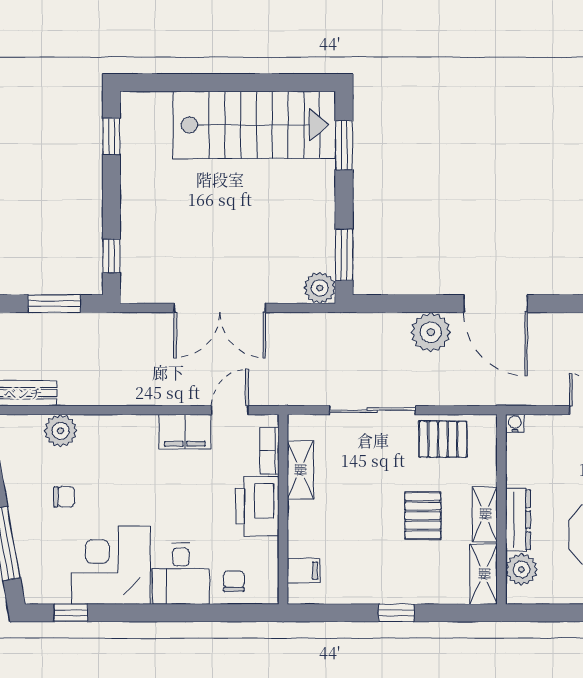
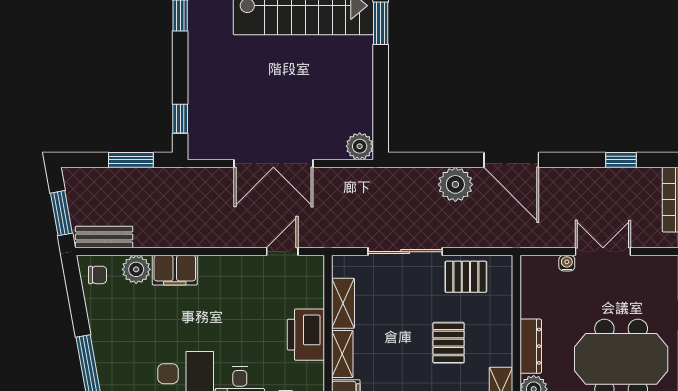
window: (344, 255) -> (381, 118), removed
water cooler: (515, 423) -> (567, 263), moved
filing cabinet: (185, 432) -> (175, 270), moved
bookcase: (269, 451) -> (316, 287), removed
chair: (64, 497) -> (98, 275), moved
shelving: (485, 514) -> (342, 354), moved

